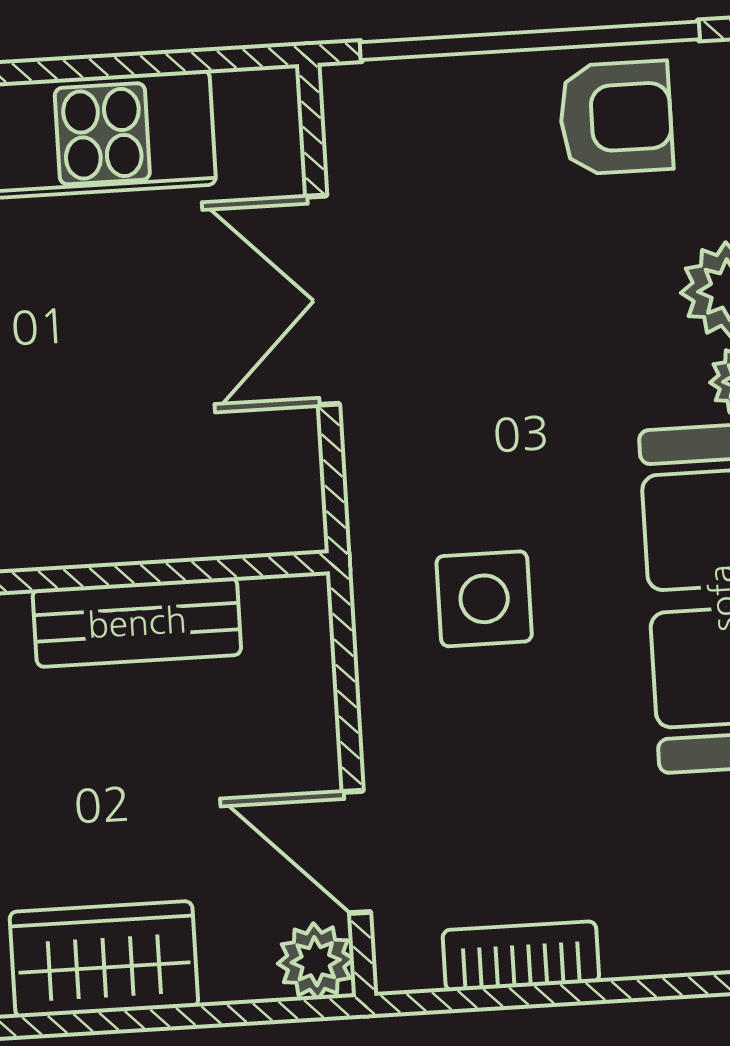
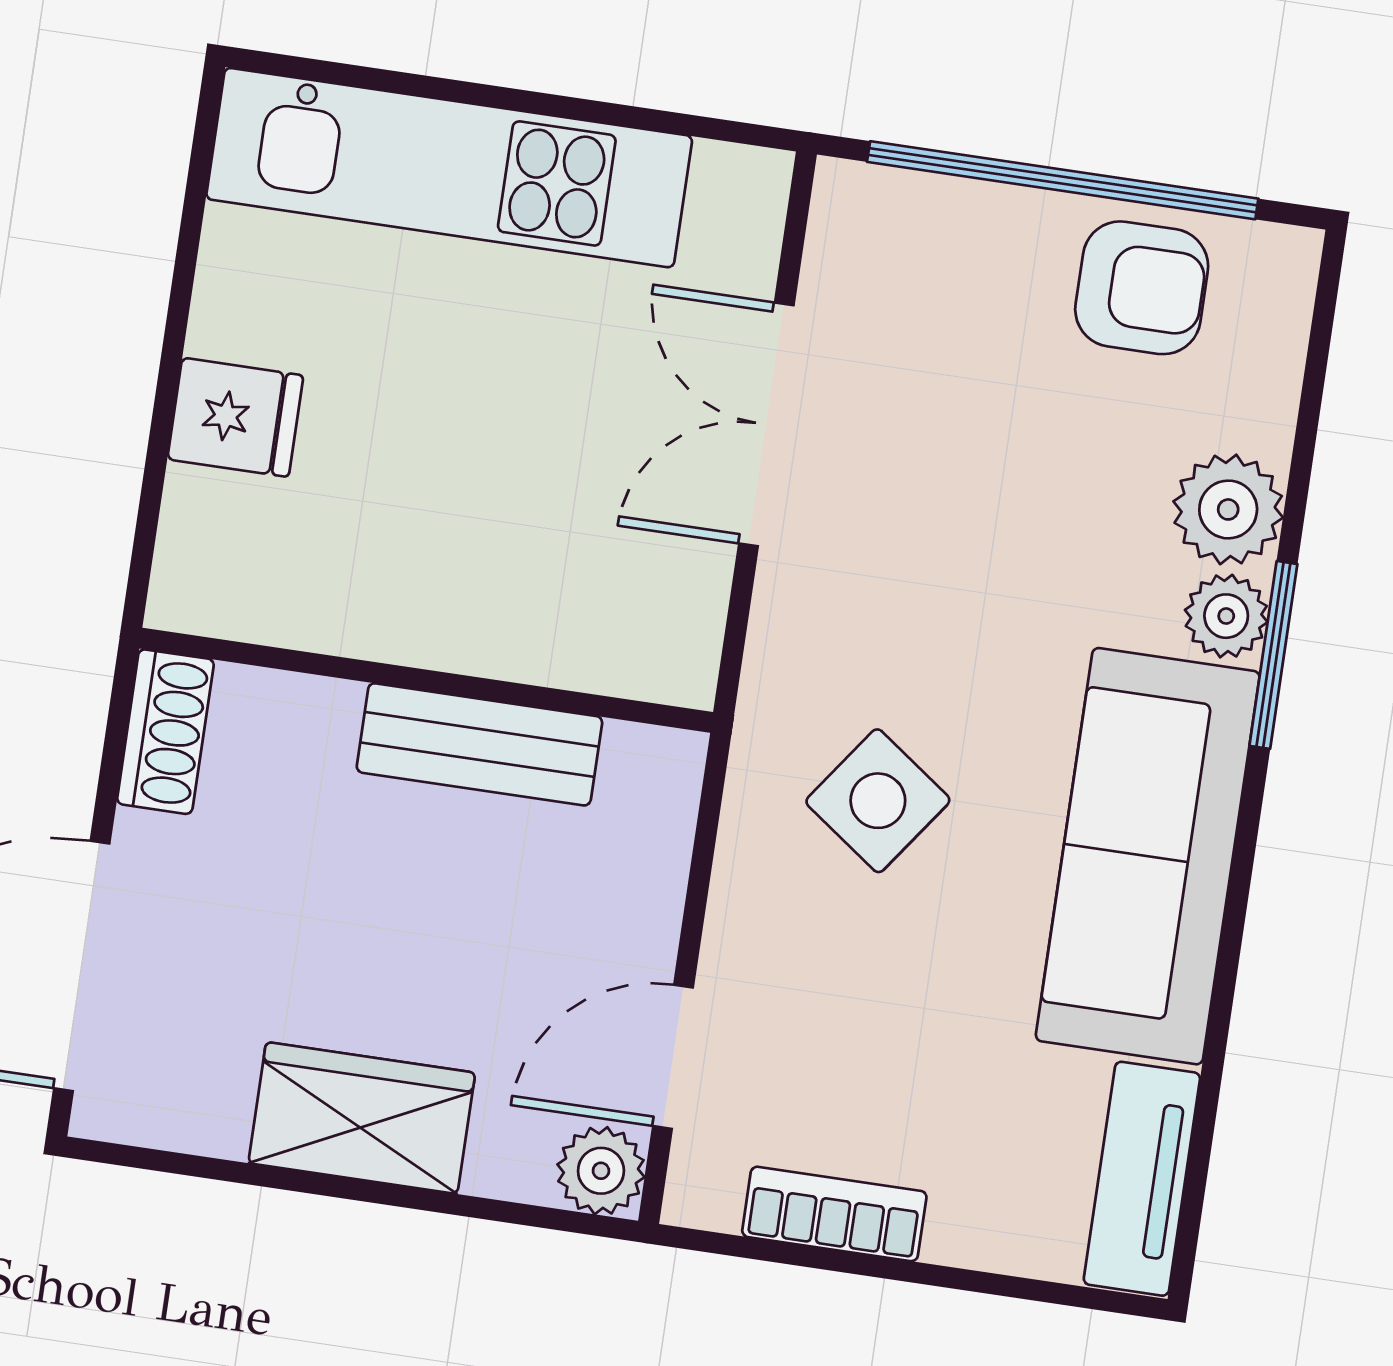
side table: (484, 599) -> (878, 801), turned 36
door: (356, 852) -> (673, 1057), hinge flipped

